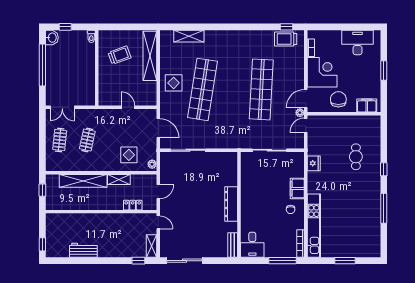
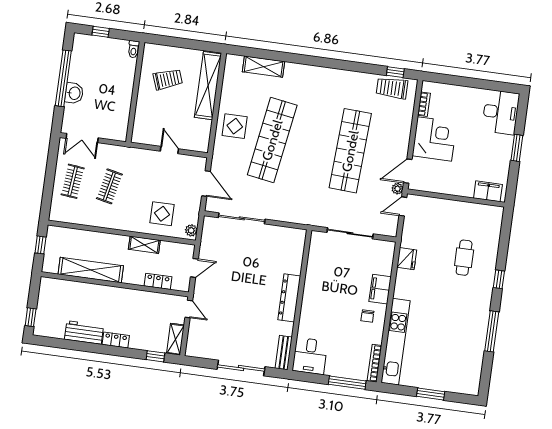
washbasin: (52, 38) -> (74, 93), moved
desk: (358, 43) -> (501, 112), moved, turned 90
chair: (338, 99) -> (451, 178), removed
shelving: (83, 181) -> (91, 270), moved
locker: (107, 253) -> (116, 340), added
sliding door: (184, 261) -> (241, 368), moved

